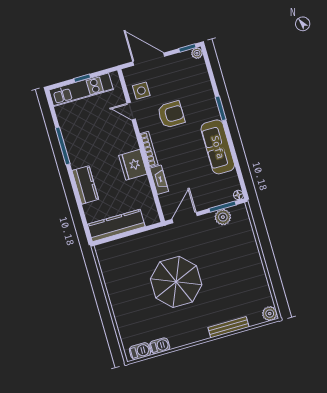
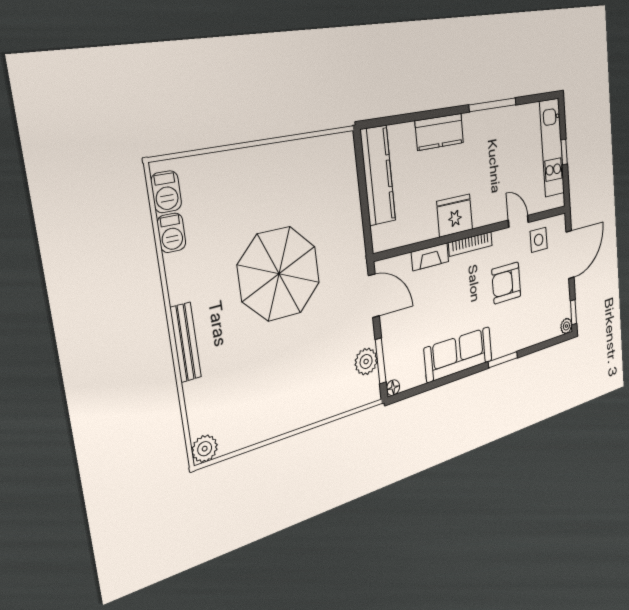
door: (131, 111) -> (518, 221), hinge flipped
armchair: (171, 114) -> (506, 283), turned 90
bench: (228, 327) -> (186, 342), moved

